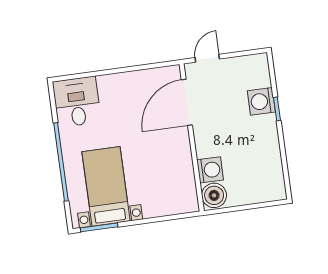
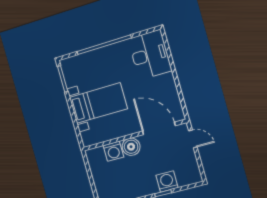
desk: (77, 102) -> (150, 55), width x1.37
bed with nightstands: (106, 186) -> (98, 103), moved
boiler: (214, 195) -> (131, 147), moved

